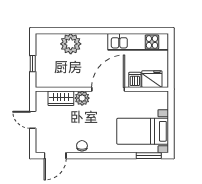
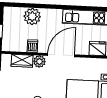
dishwasher: (135, 80) -> (32, 46), moved

